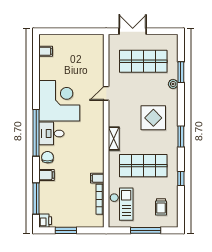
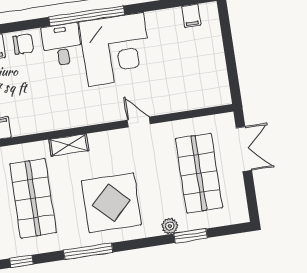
display table: (153, 118) -> (111, 203), width x1.36, depth x1.36
window: (36, 133) -> (87, 16), moved
window: (181, 137) -> (88, 251), width x1.44

